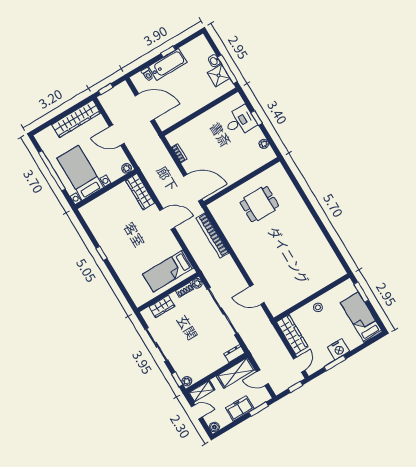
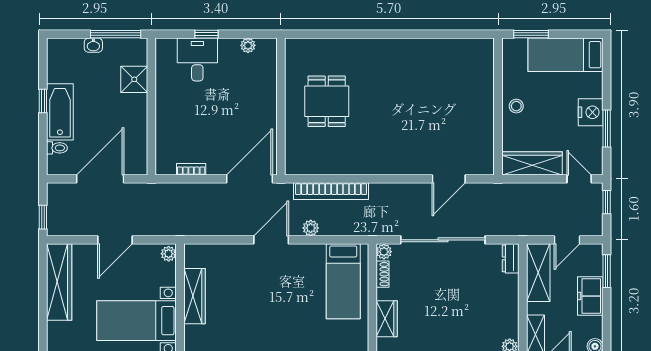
shower: (219, 76) -> (134, 79), moved
wardrobe: (140, 192) -> (195, 296), moved, turned -90
plant: (186, 236) -> (311, 228), added

